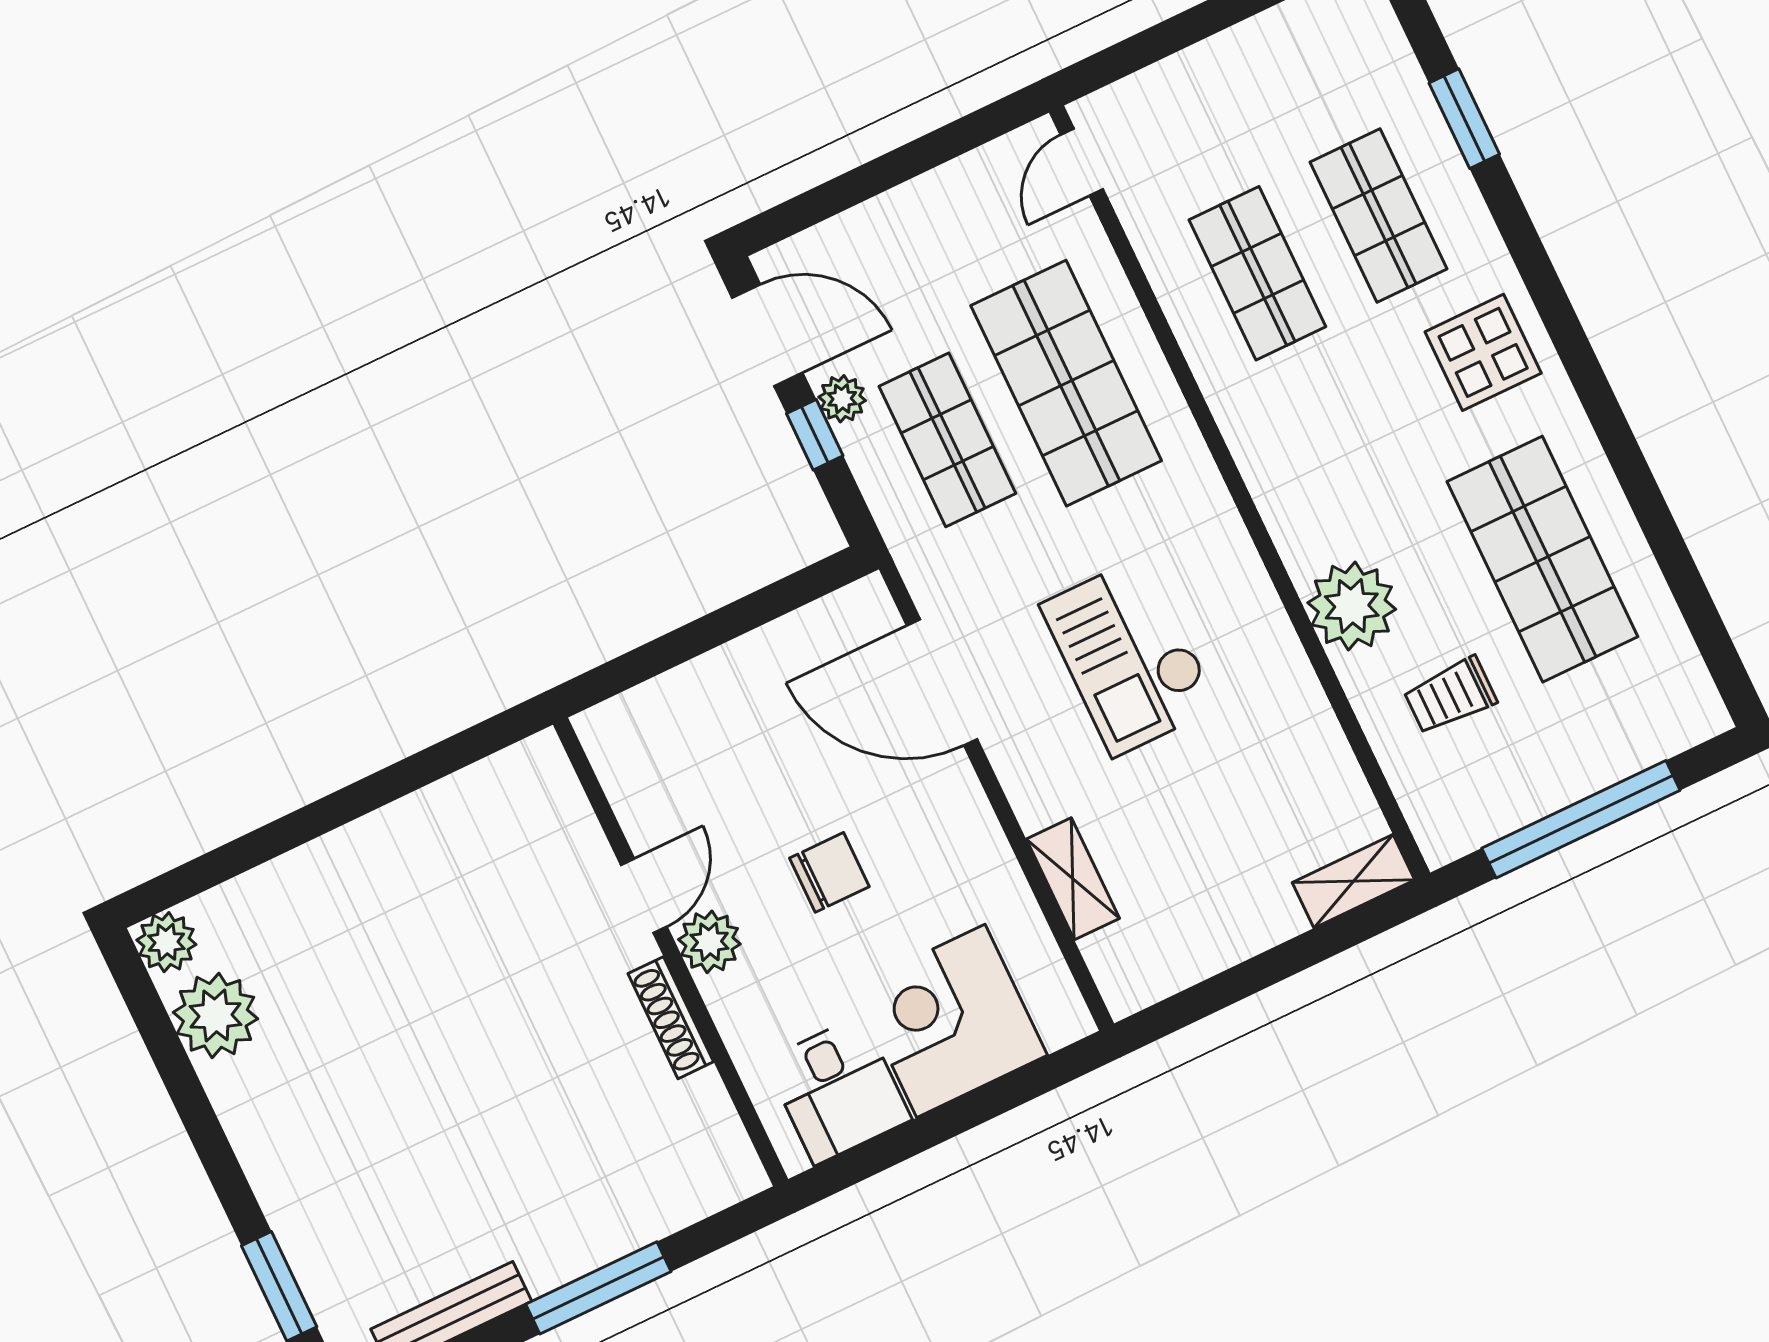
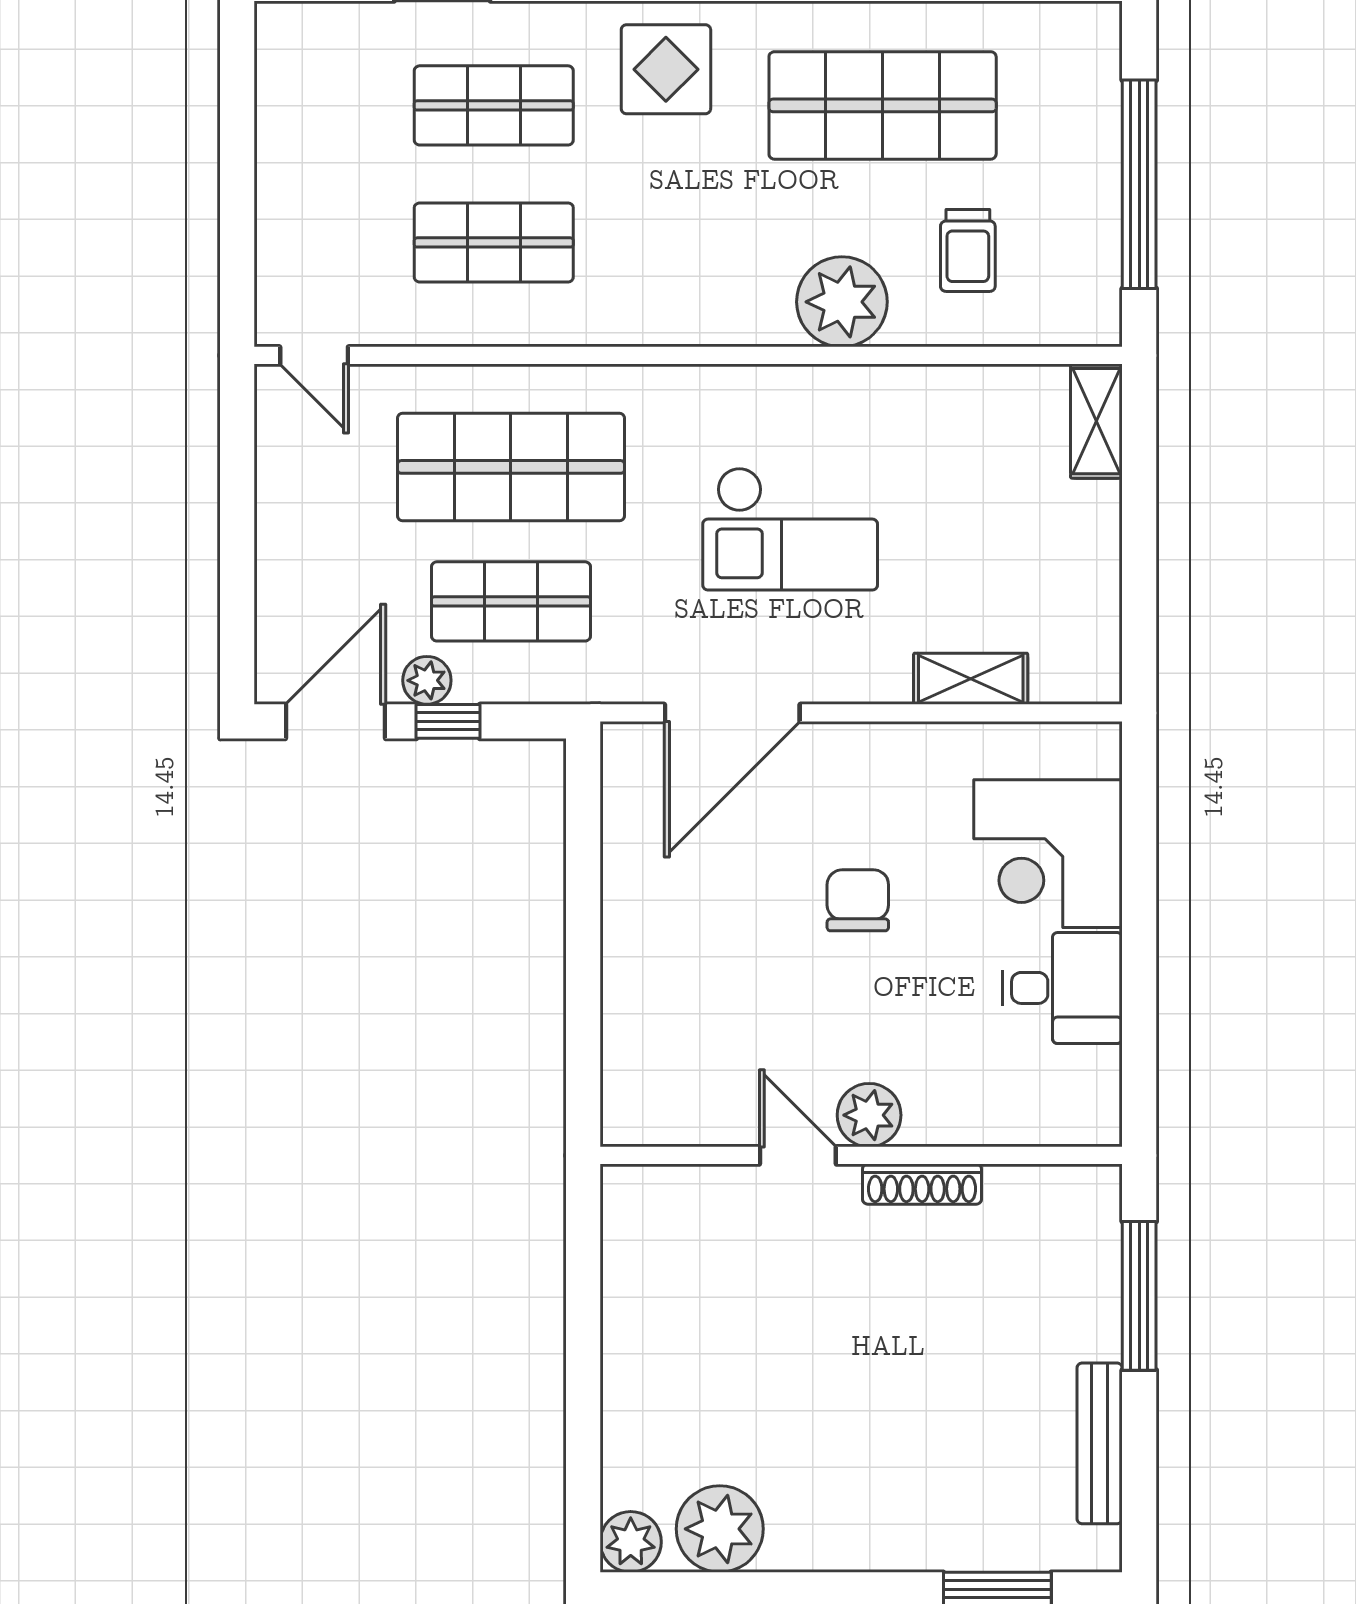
door: (644, 896) -> (798, 1155), moved
plant: (709, 942) -> (869, 1115), moved
wall: (671, 952) -> (861, 1155), moved
shoe rack: (671, 1018) -> (922, 1184), moved

